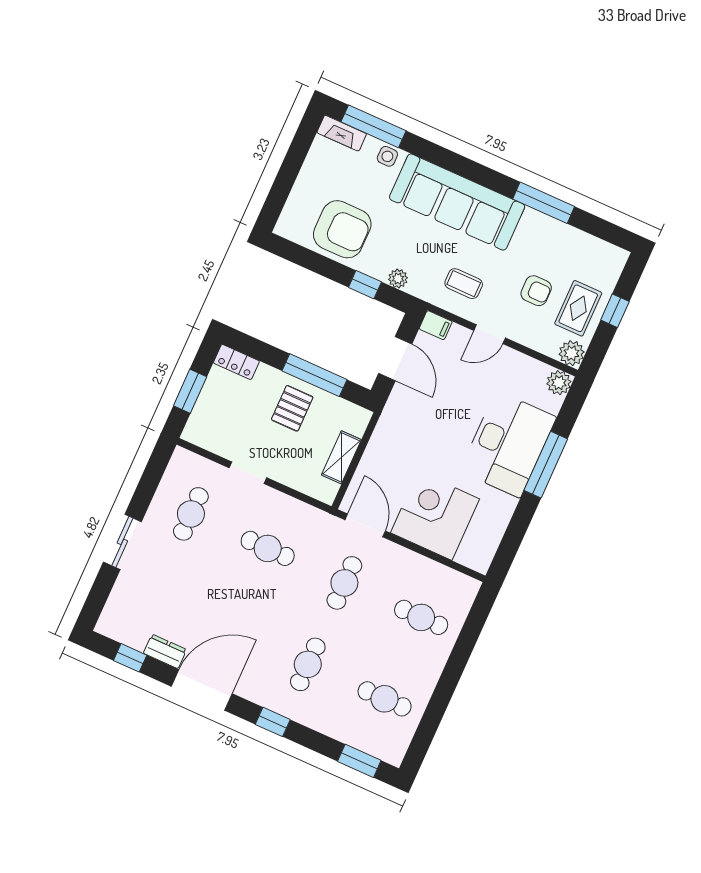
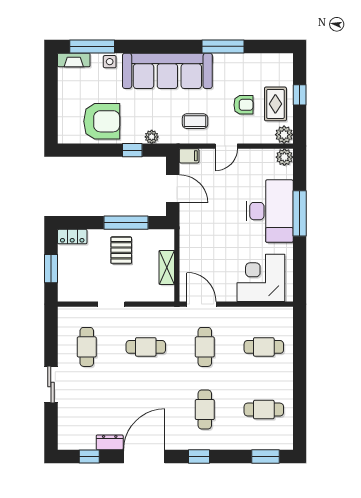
corner desk: (435, 516) -> (261, 278), moved

